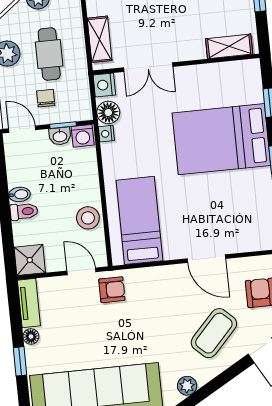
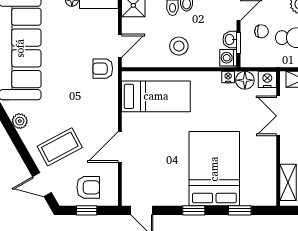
stool: (88, 218) -> (179, 46), moved
armchair: (112, 290) -> (103, 69), turned 90
coffee table: (214, 333) -> (60, 147), turned -71

